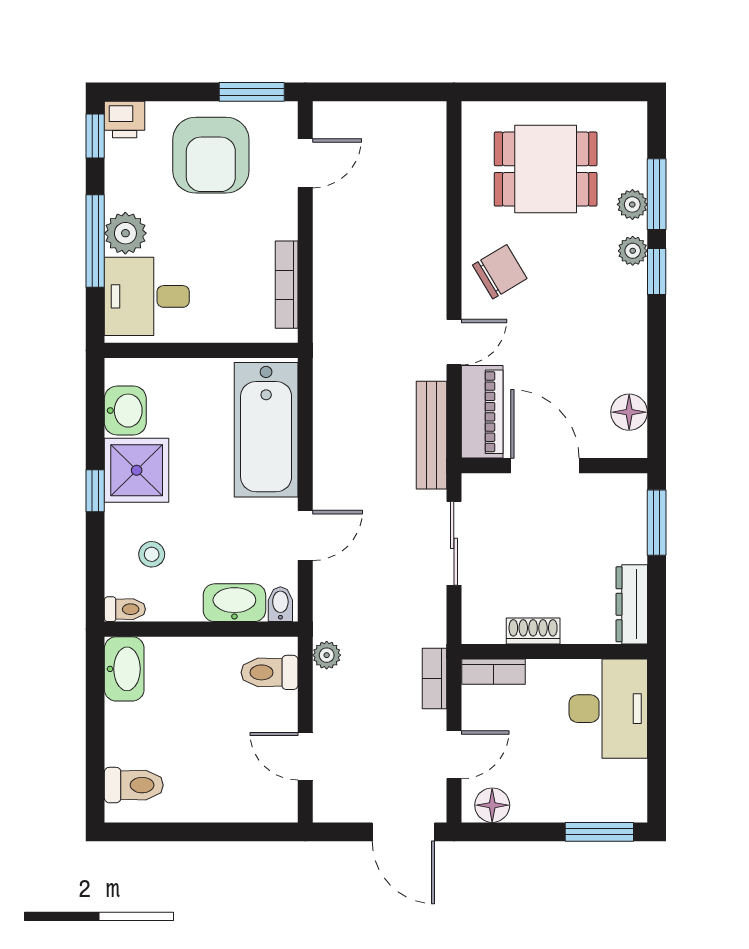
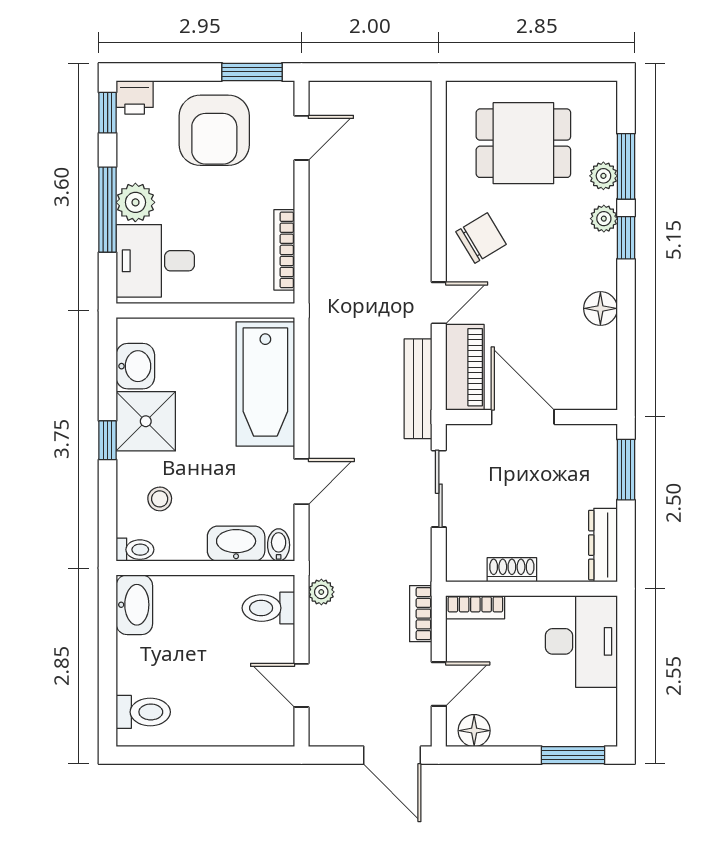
floor lamp: (629, 412) -> (600, 308), moved

